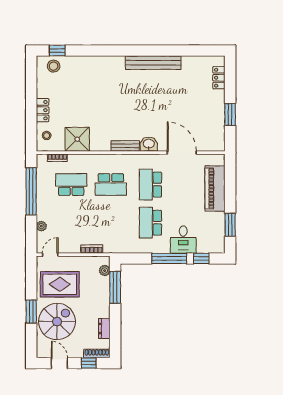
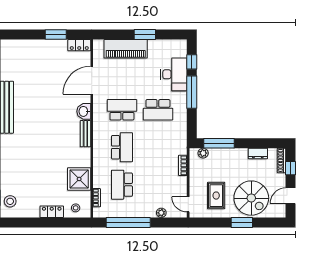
locker: (219, 78) -> (79, 45), moved
school desk: (150, 185) -> (122, 110), turned 180
window: (230, 225) -> (145, 35), moved
desk: (183, 240) -> (174, 74), width x1.37
rug: (60, 284) -> (216, 196), width x0.73, depth x0.70
spiral stairs: (57, 322) -> (251, 198), turned 180

